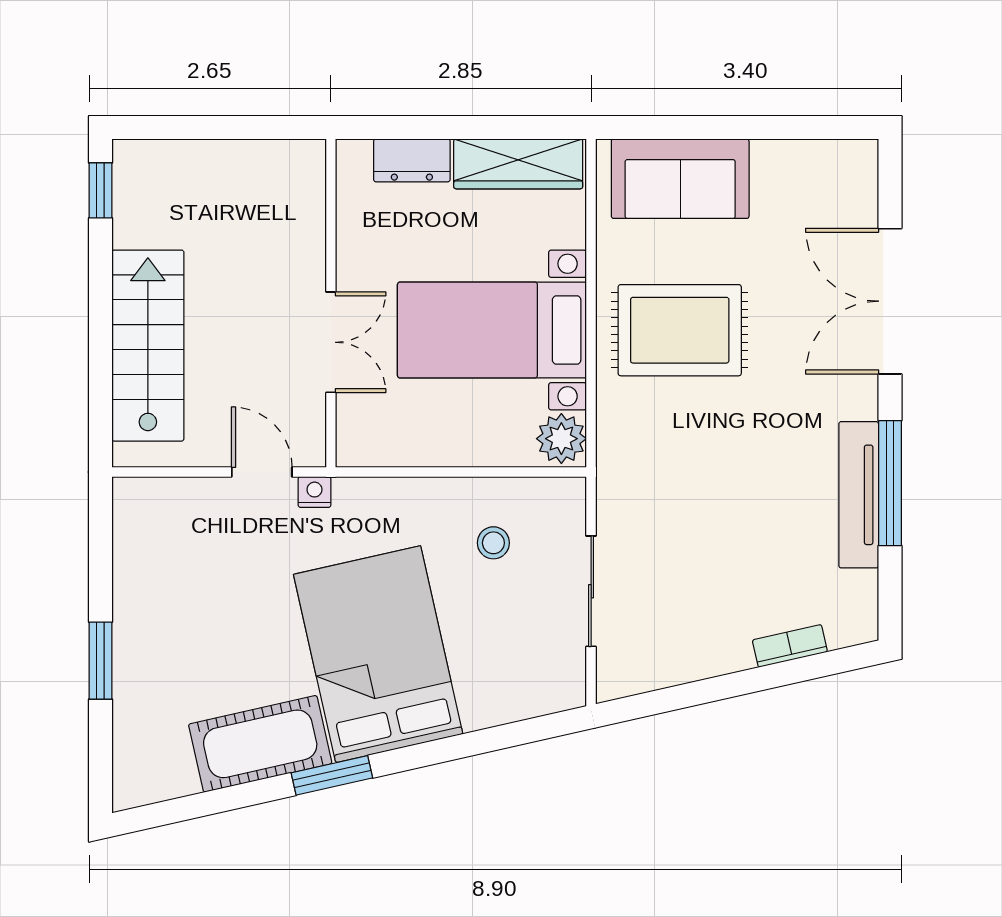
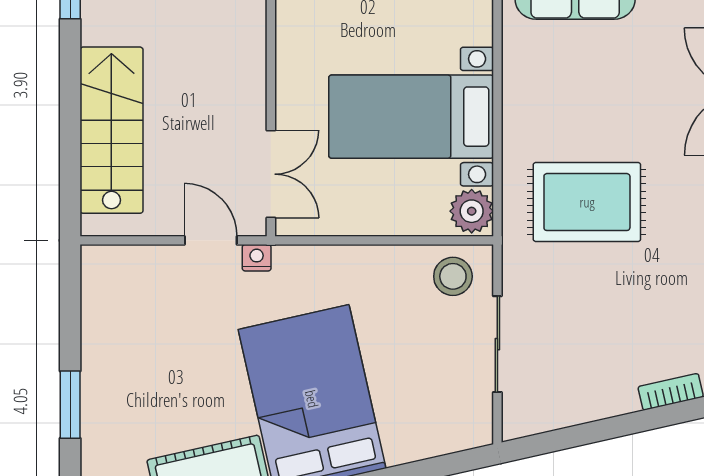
rug: (680, 330) -> (587, 202), moved
double door: (331, 342) -> (271, 174), moved
stool: (493, 543) -> (453, 276), moved, width x1.37, depth x1.37

